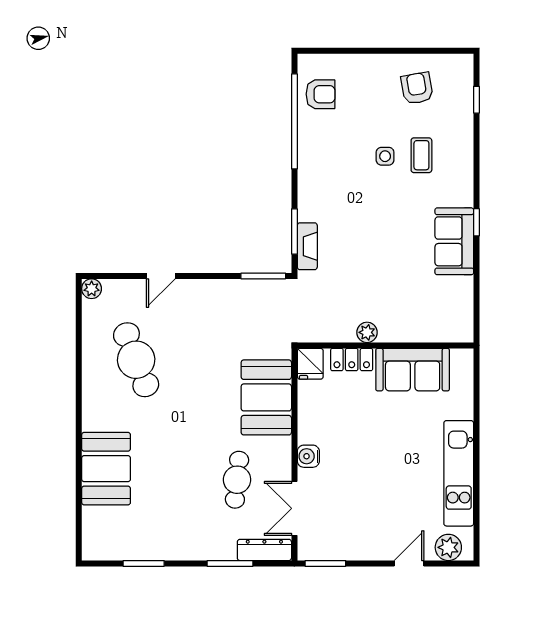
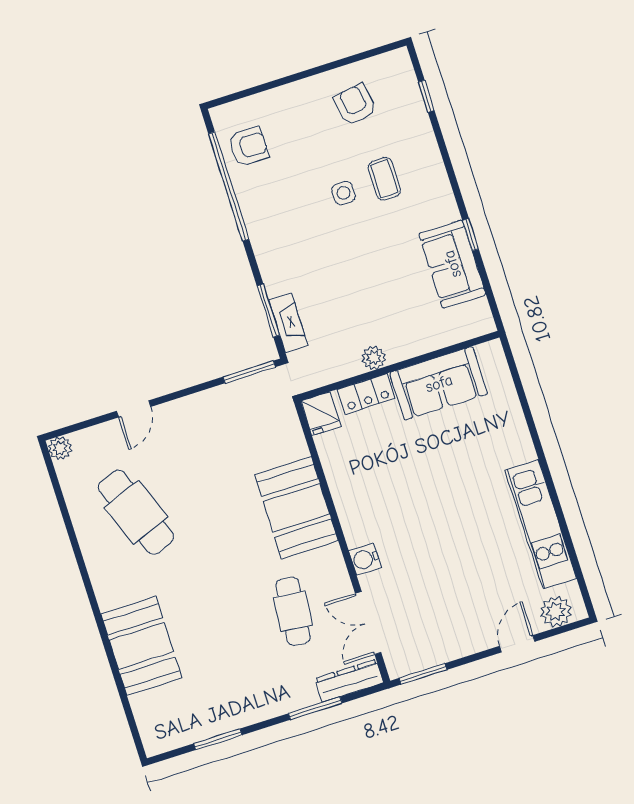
plant: (367, 332) -> (374, 358), moved
wall: (385, 345) -> (399, 366), moved
locker: (352, 360) -> (366, 394), moved
fridge: (310, 364) -> (321, 414), moved
sofa: (413, 370) -> (439, 383), moved

